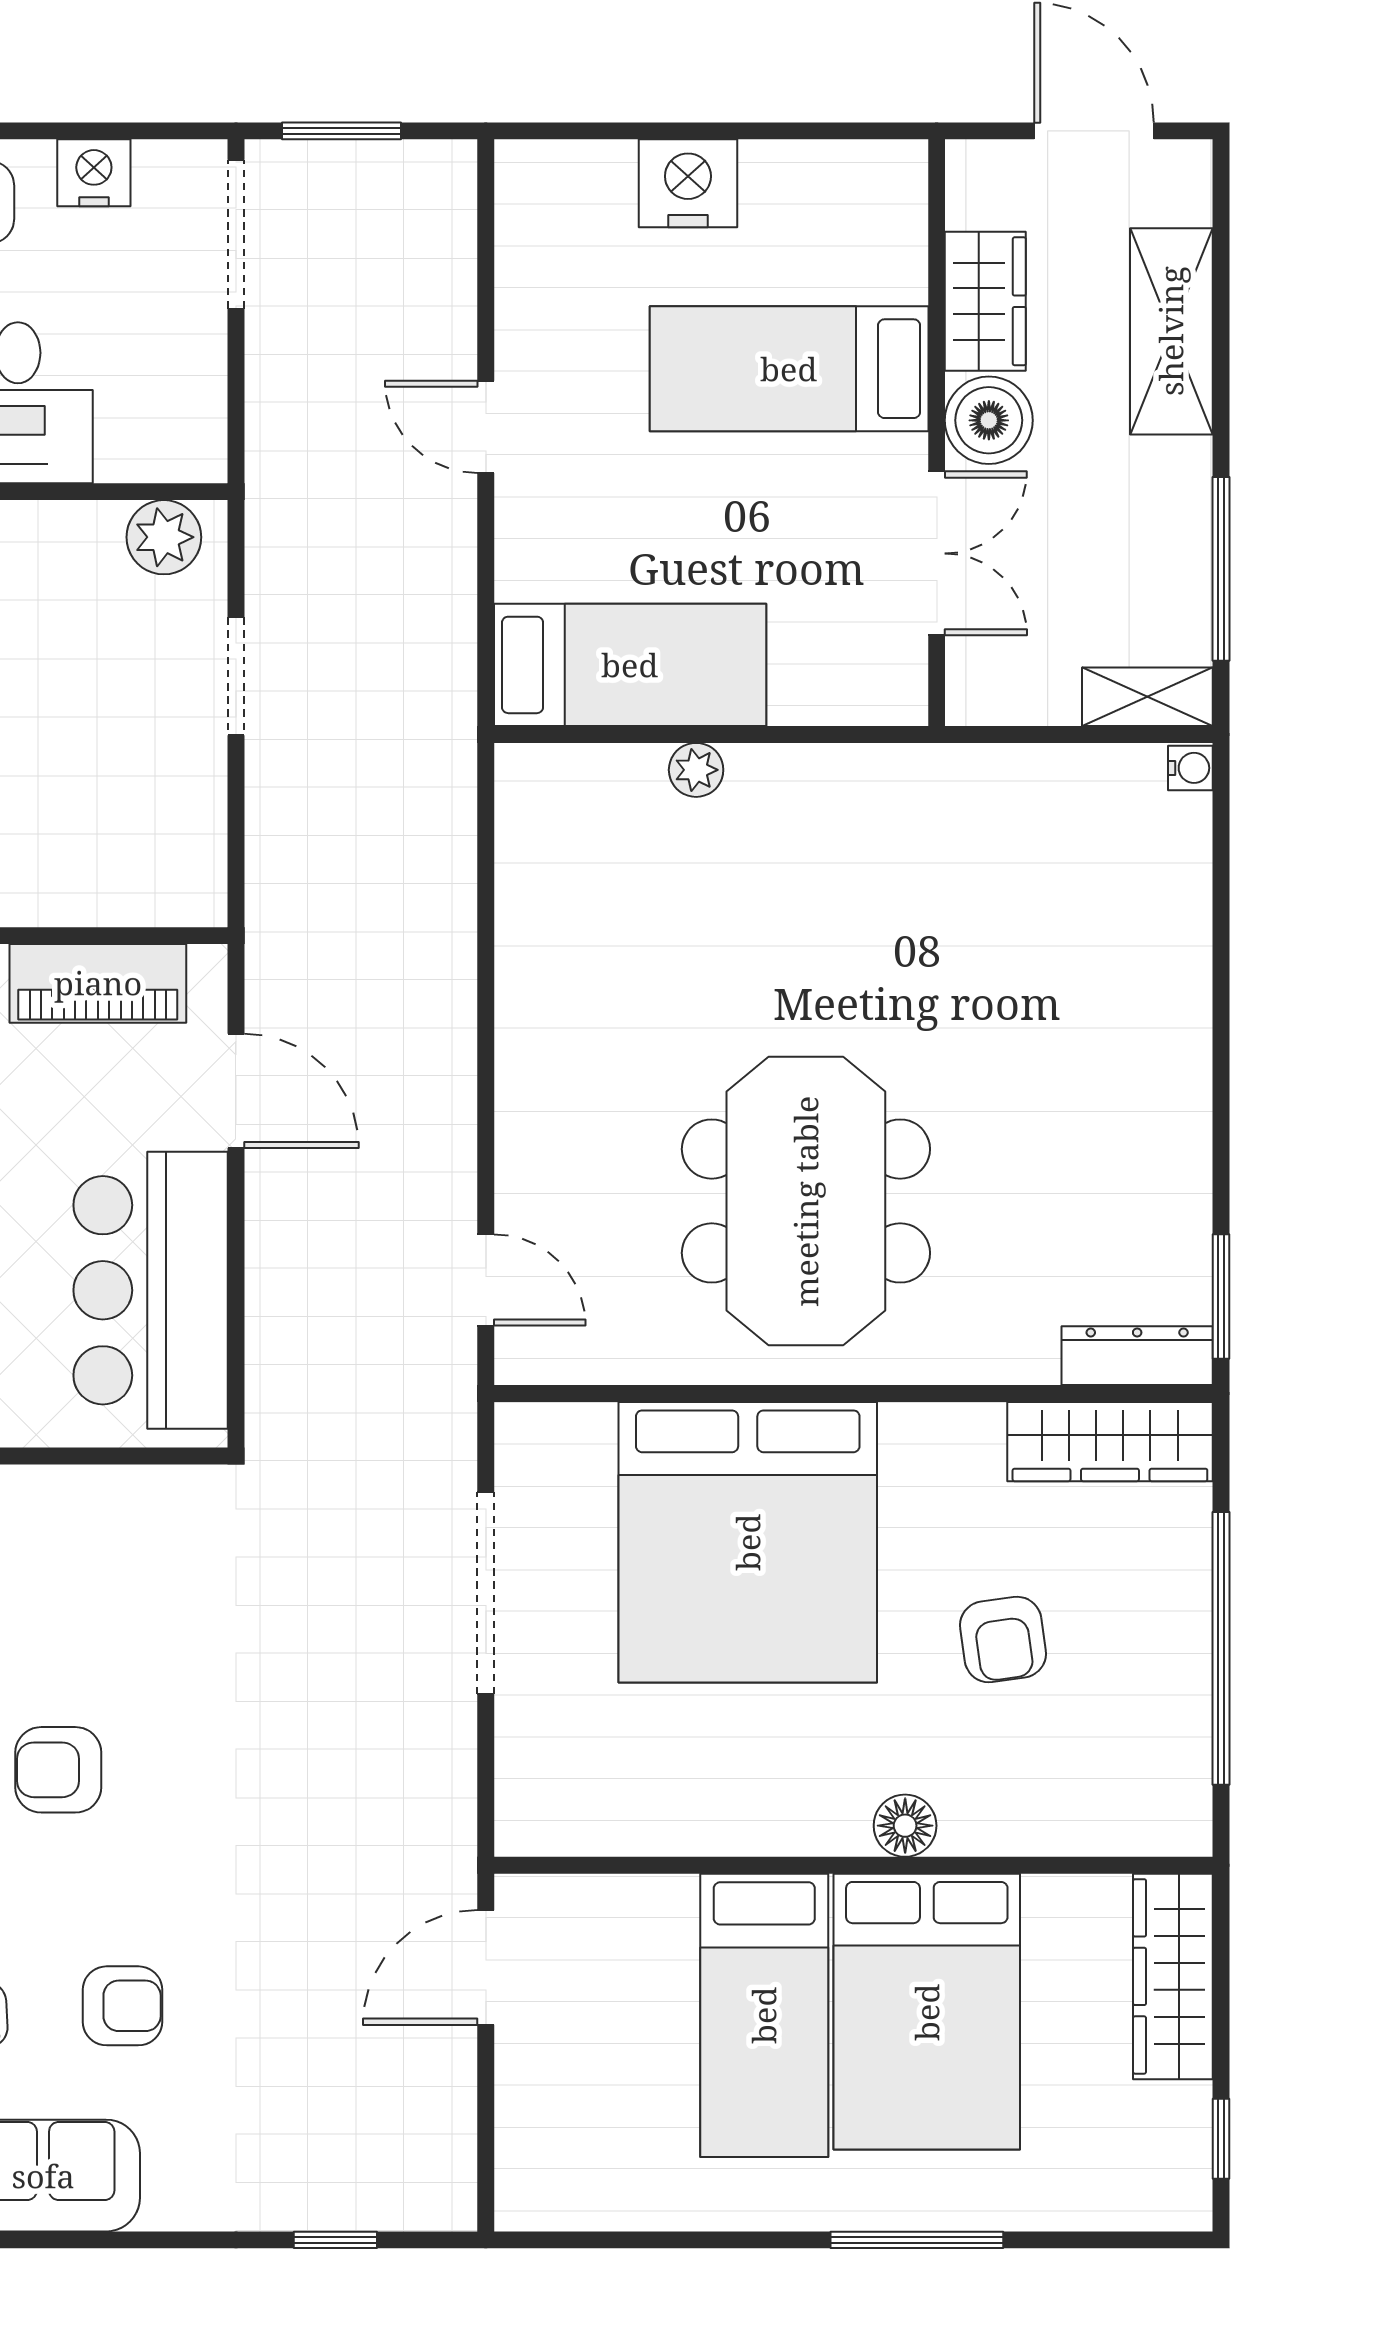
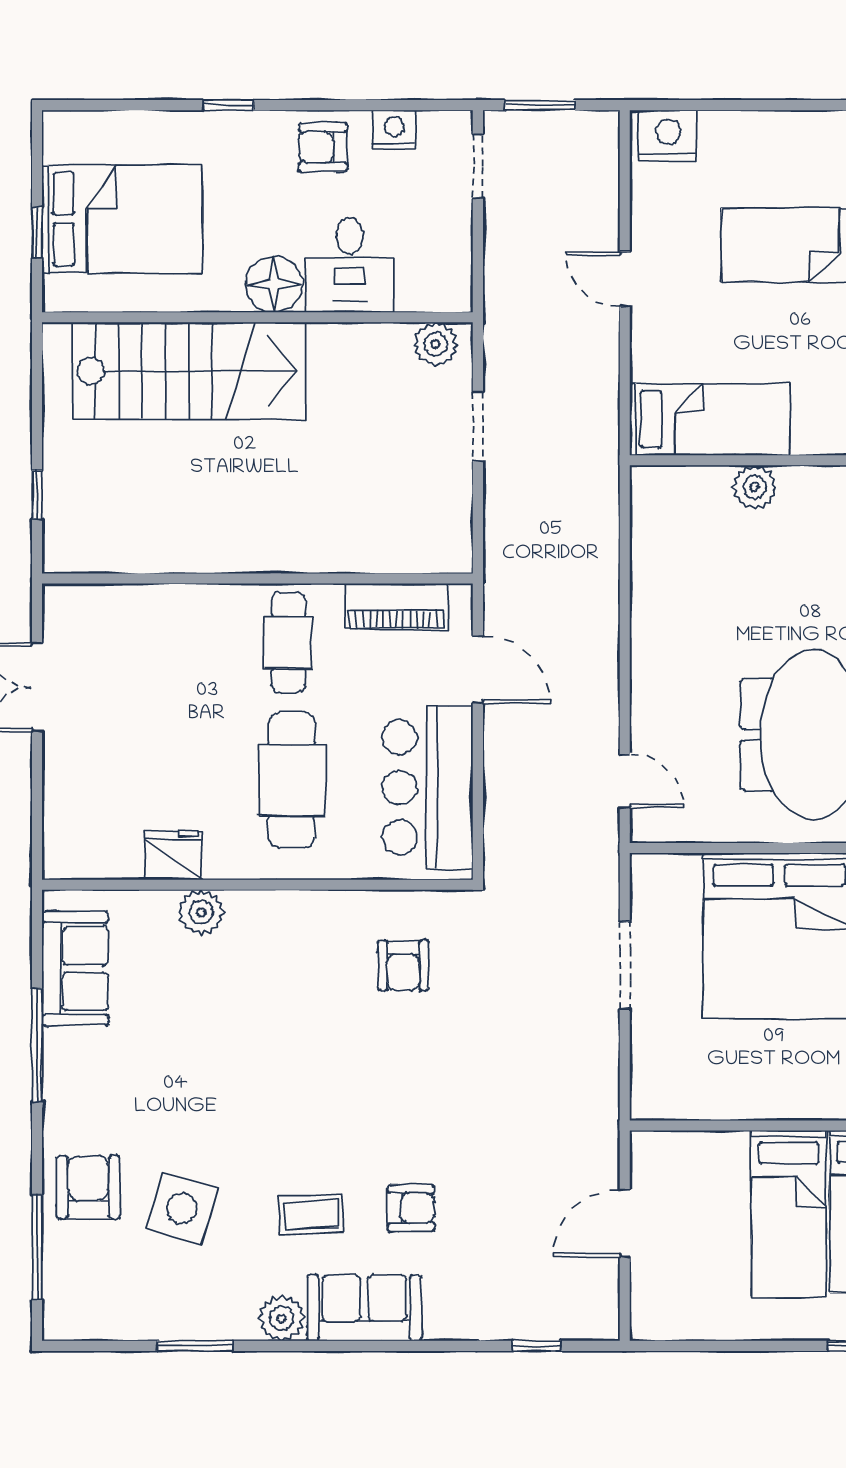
nightstand: (688, 183) -> (668, 136), moved
doorway: (236, 234) -> (478, 166), width x0.73
plant: (696, 770) -> (755, 487), width x1.38, depth x1.38
doorway: (486, 1593) -> (625, 965), width x0.73
armchair: (58, 1770) -> (403, 965), moved, turned -90
door: (486, 1968) -> (625, 1223), moved

